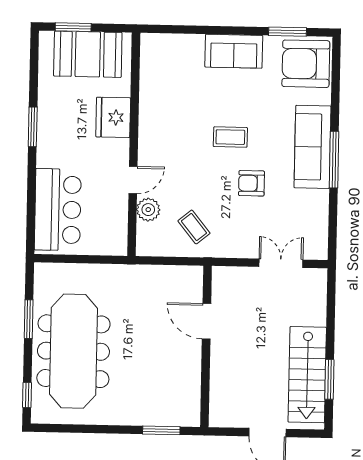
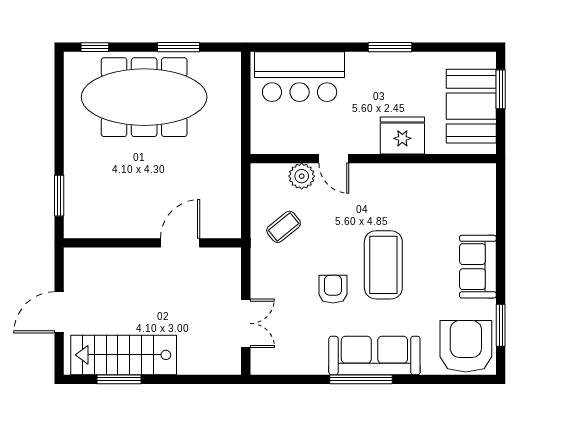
coffee table: (230, 137) -> (383, 265), width x1.86, depth x1.72

